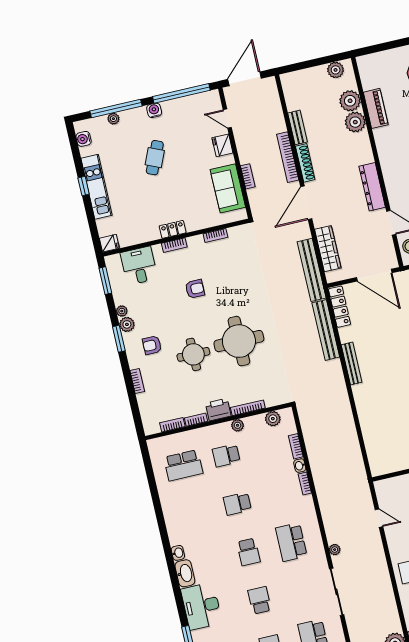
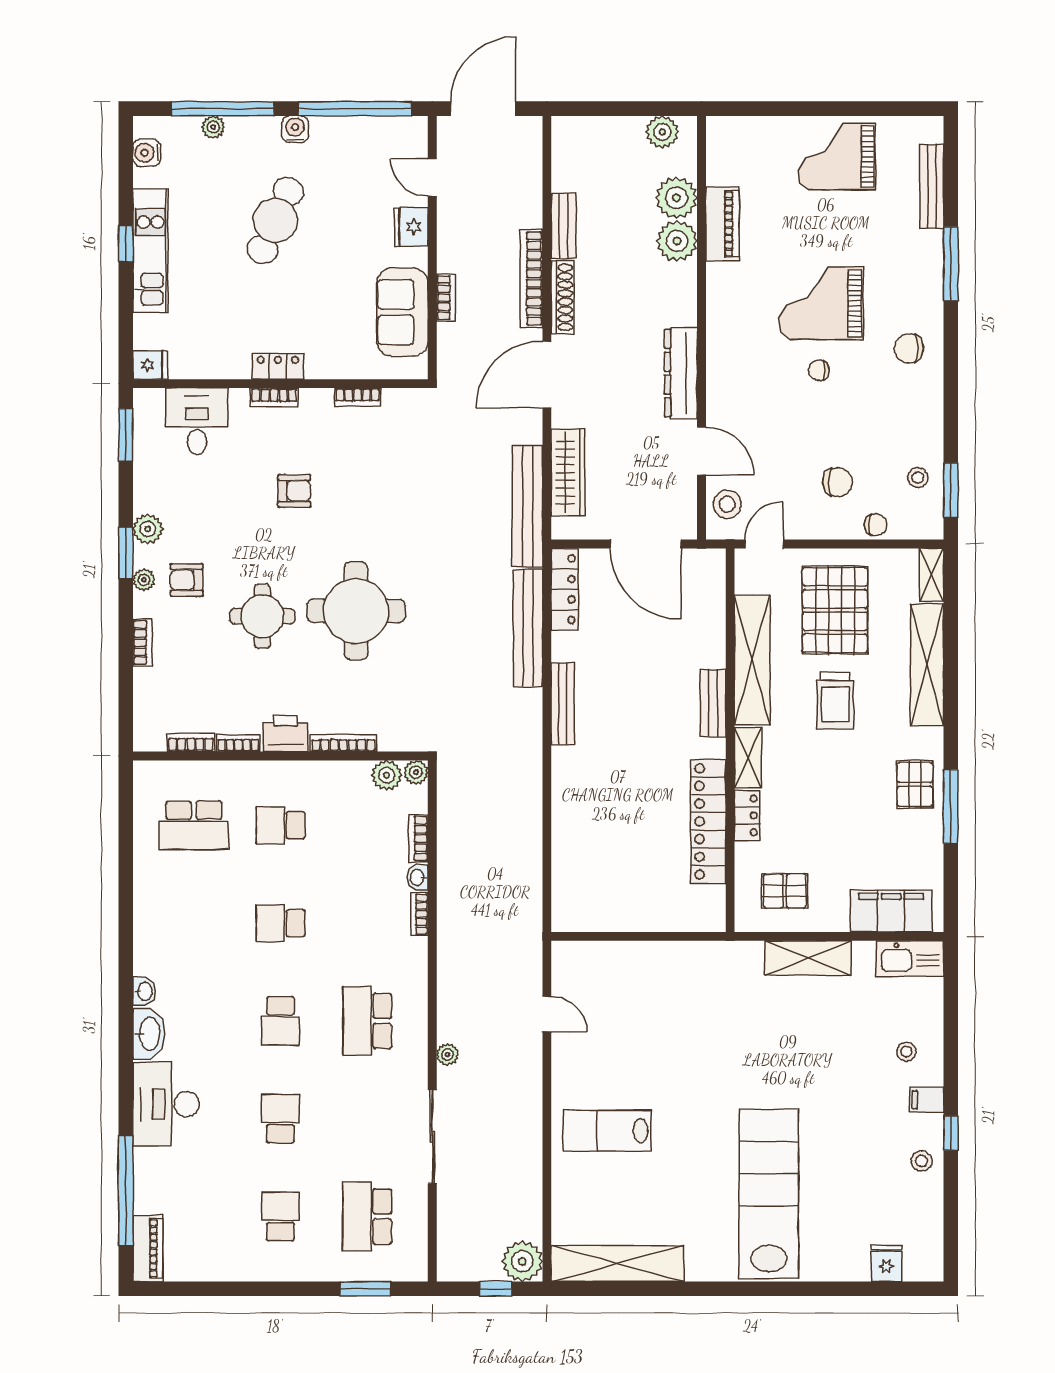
cafe table: (155, 158) -> (275, 220), width x1.37, depth x1.35
plant: (122, 311) -> (144, 580), moved
plant: (238, 425) -> (416, 772), moved

